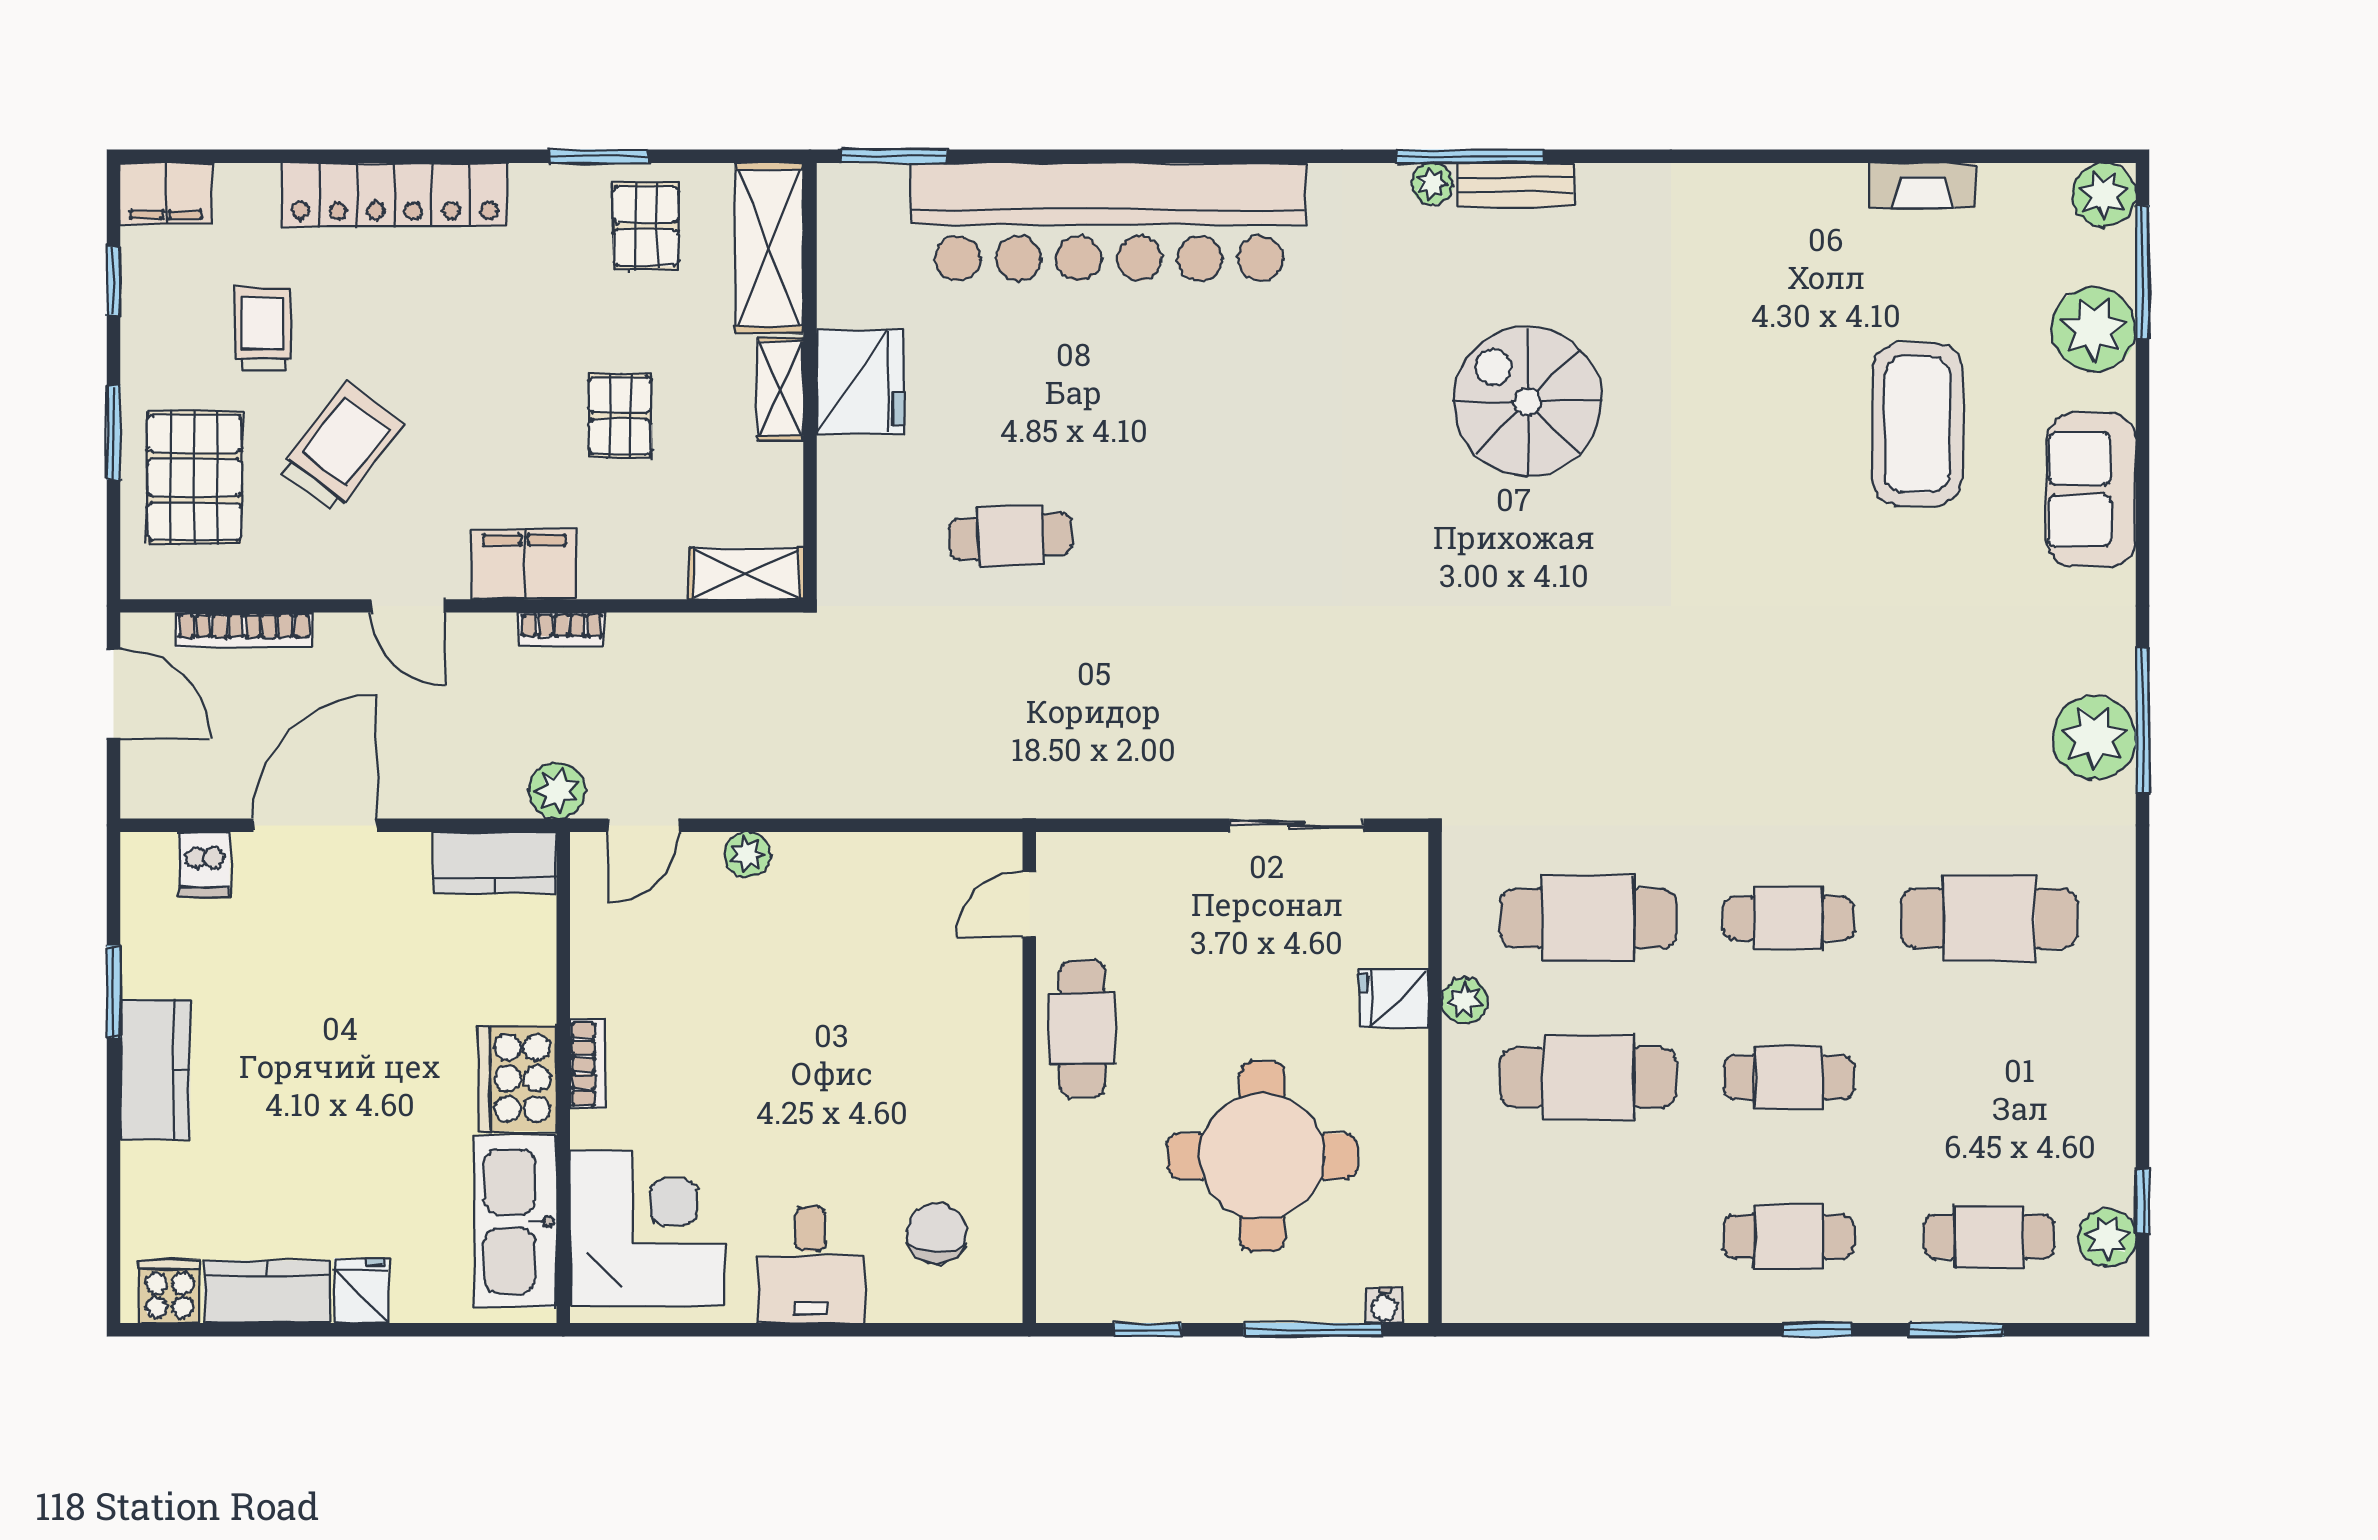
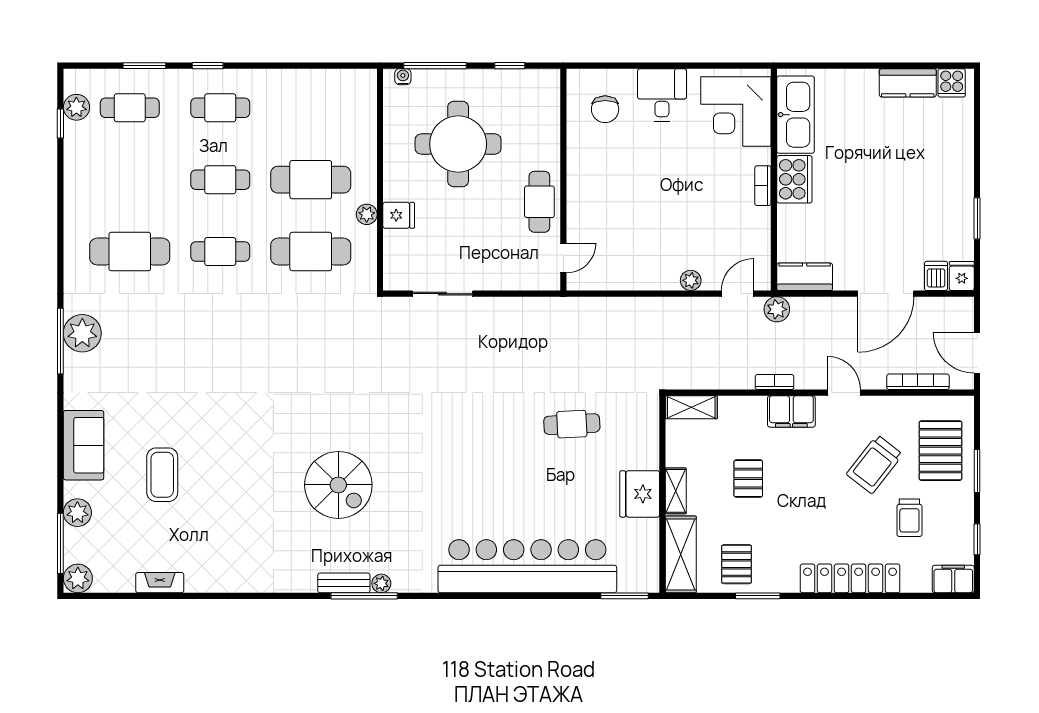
plant: (2094, 329) -> (77, 513), width x0.73, depth x0.73
coffee table: (1917, 424) -> (162, 475), width x0.73, depth x0.76
kitchen counter: (155, 1069) -> (958, 183), removed
fridge: (361, 1291) -> (962, 276), moved, turned 180

